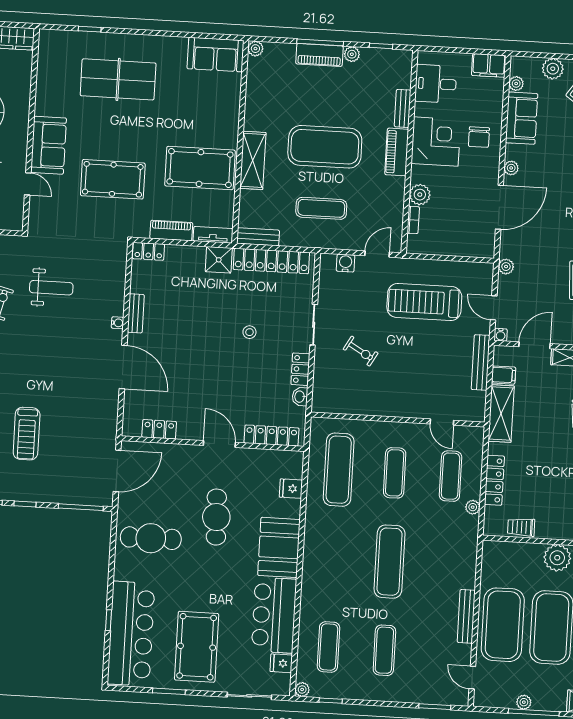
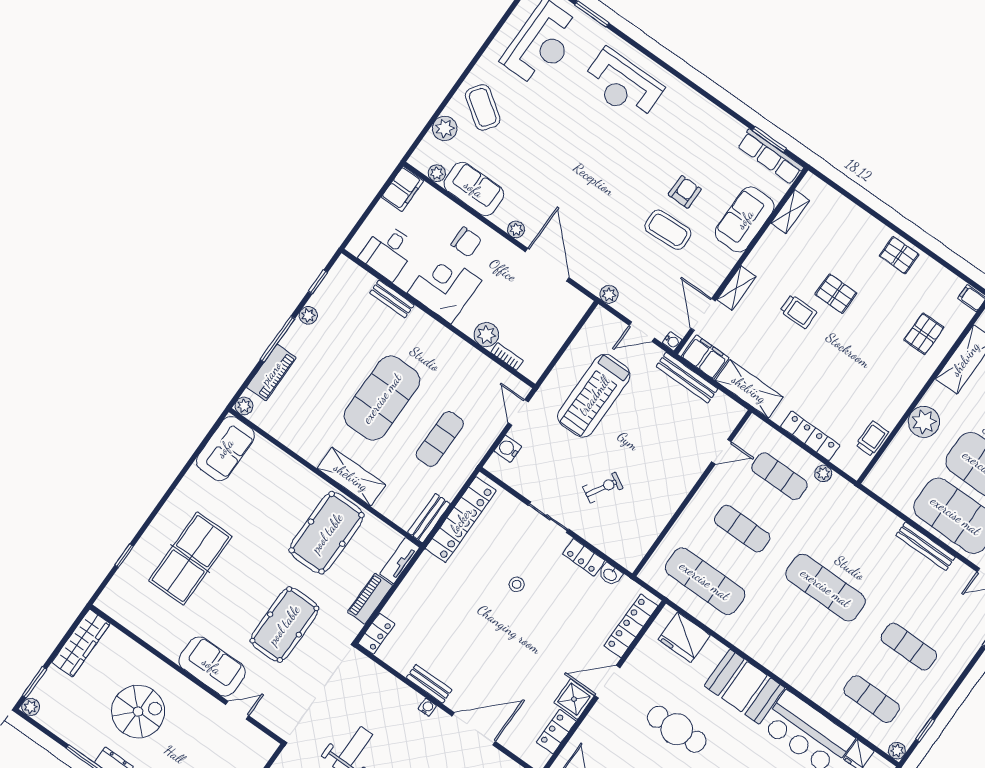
piano: (319, 55) -> (271, 373), moved
piano: (397, 152) -> (431, 331), removed
shower: (219, 260) -> (574, 699), moved
filing cabinet: (504, 375) -> (705, 357), width x2.00
fridge: (291, 489) -> (684, 637), width x1.88, depth x1.34
trolley: (521, 527) -> (872, 438), turned 180

